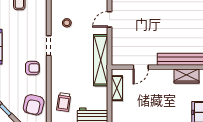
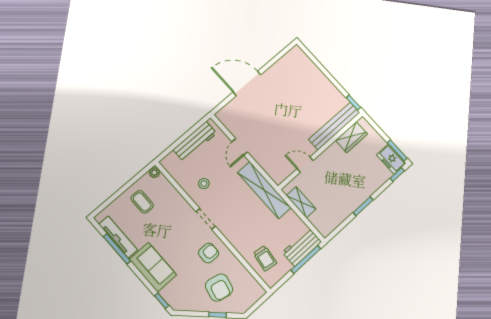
door: (141, 67) -> (305, 165), swing flipped
armchair: (34, 105) -> (219, 288), moved

